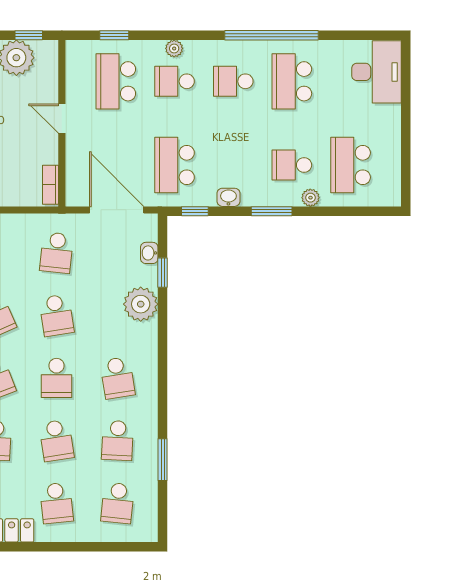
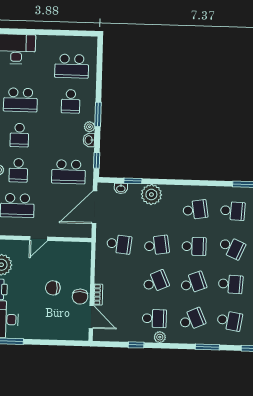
bookcase: (51, 185) -> (78, 246), removed
plant: (310, 198) -> (89, 127), moved
school desk: (56, 440) -> (232, 247), turned 33

